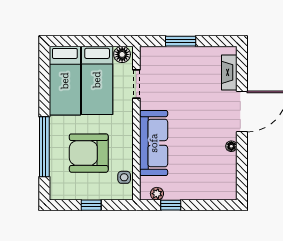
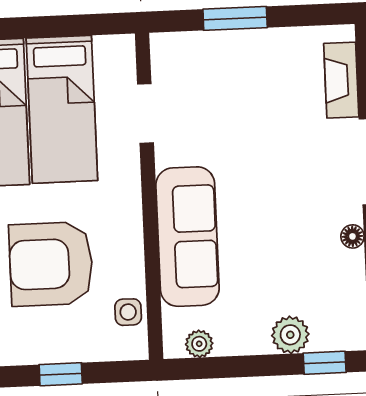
floor lamp: (122, 54) -> (112, 52), removed
plant: (200, 191) -> (290, 335), added
window: (171, 205) -> (325, 363), moved

